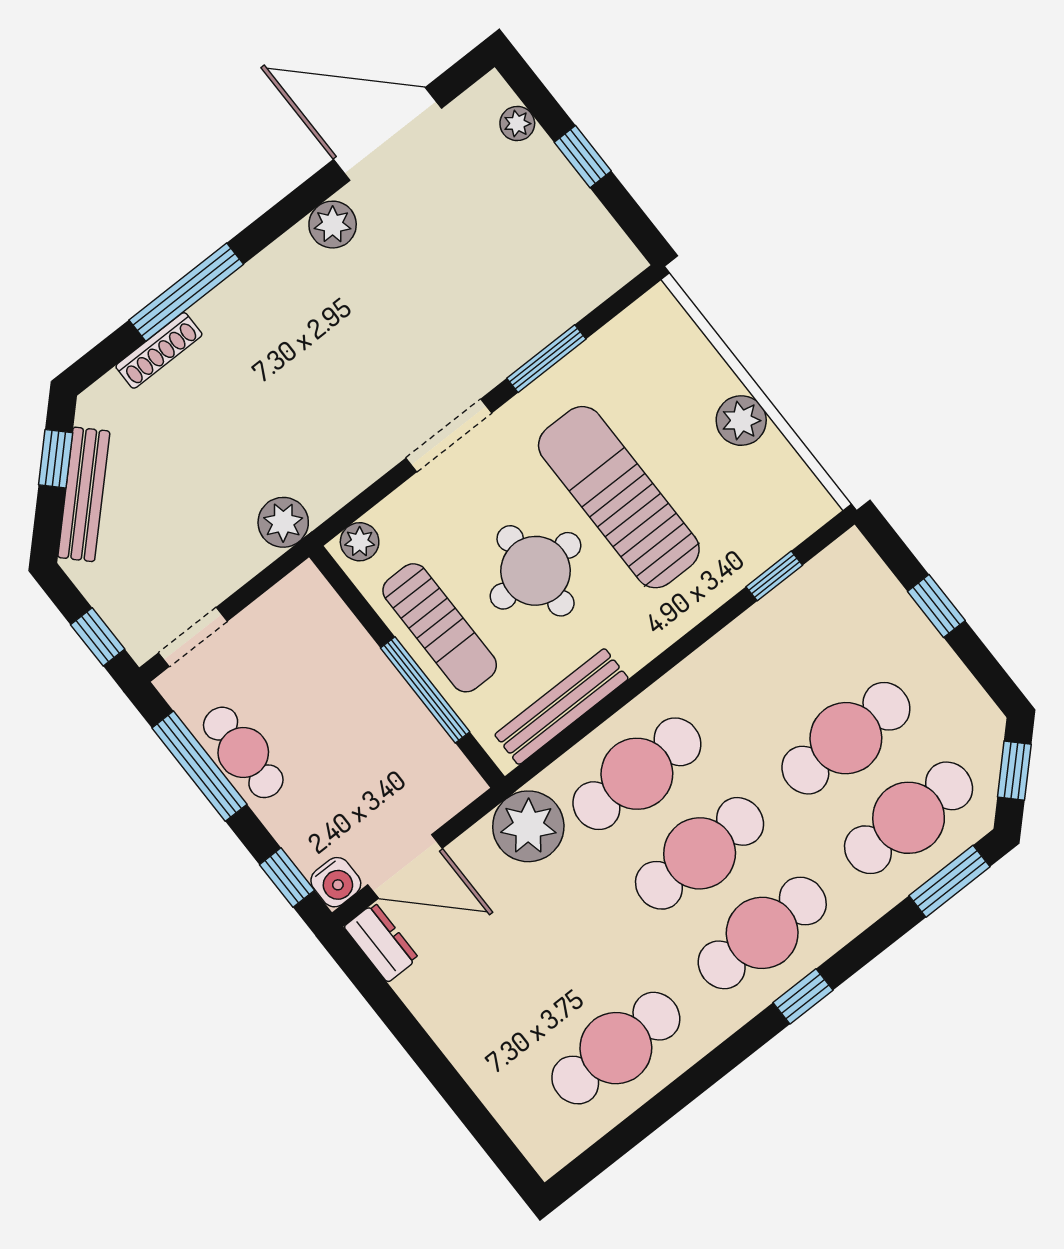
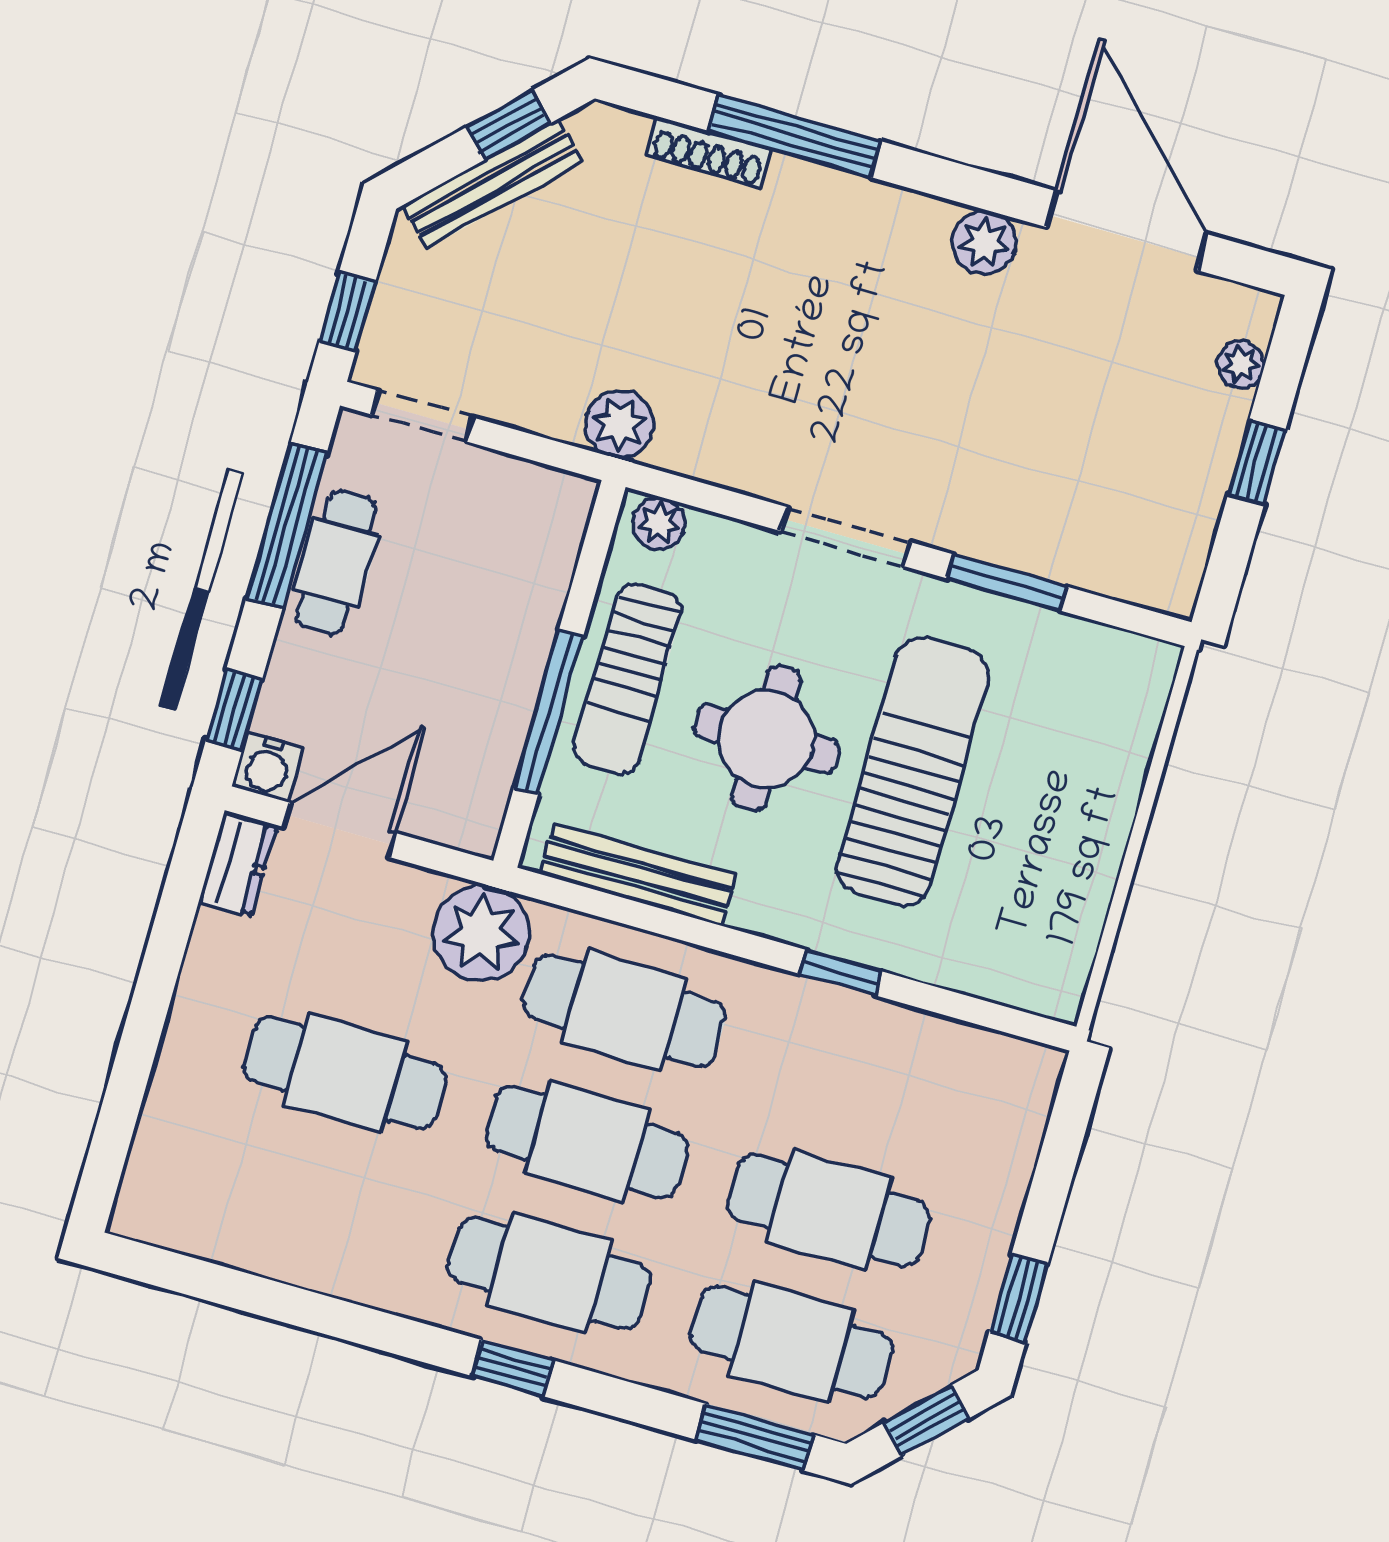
plant: (741, 421) -> (1093, 845), removed
window: (774, 576) -> (841, 973), moved
window: (936, 606) -> (1018, 1298), moved
door: (405, 866) -> (340, 830), swing flipped
cafe table: (616, 1048) -> (345, 1073), moved

